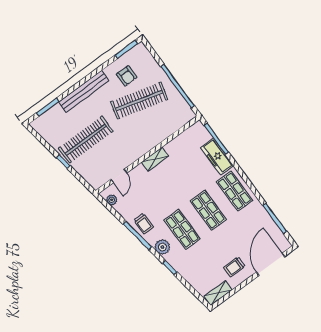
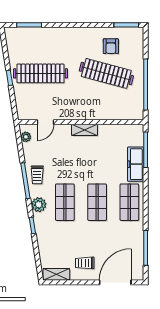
bench: (84, 91) -> (67, 33), removed

